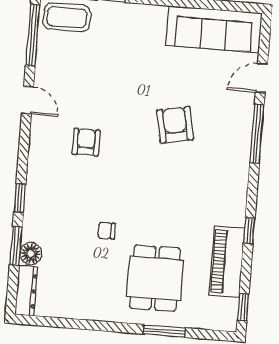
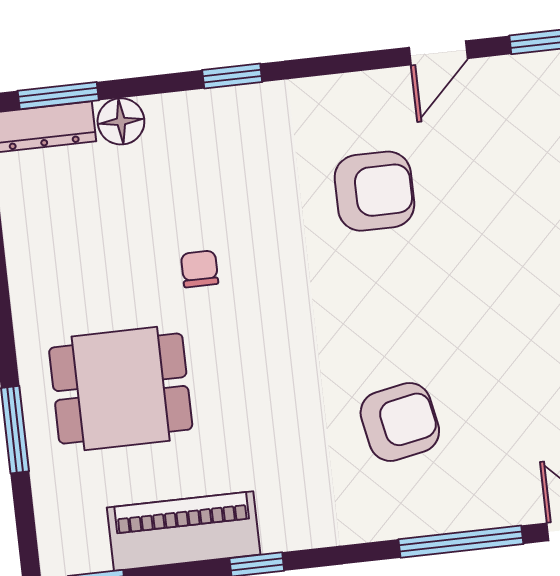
armchair: (175, 125) -> (400, 422), moved
armchair: (86, 142) -> (374, 191), width x1.38, depth x1.38
window: (16, 246) -> (58, 96), moved

